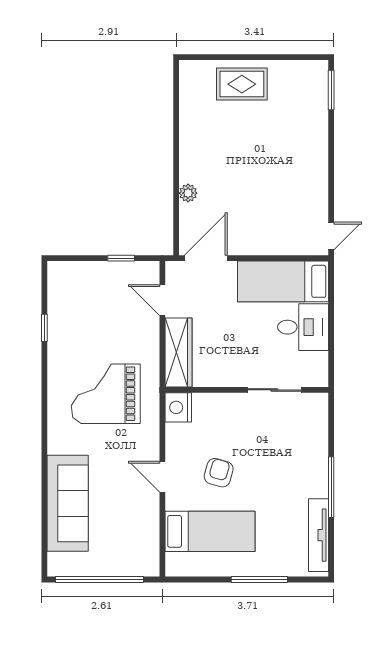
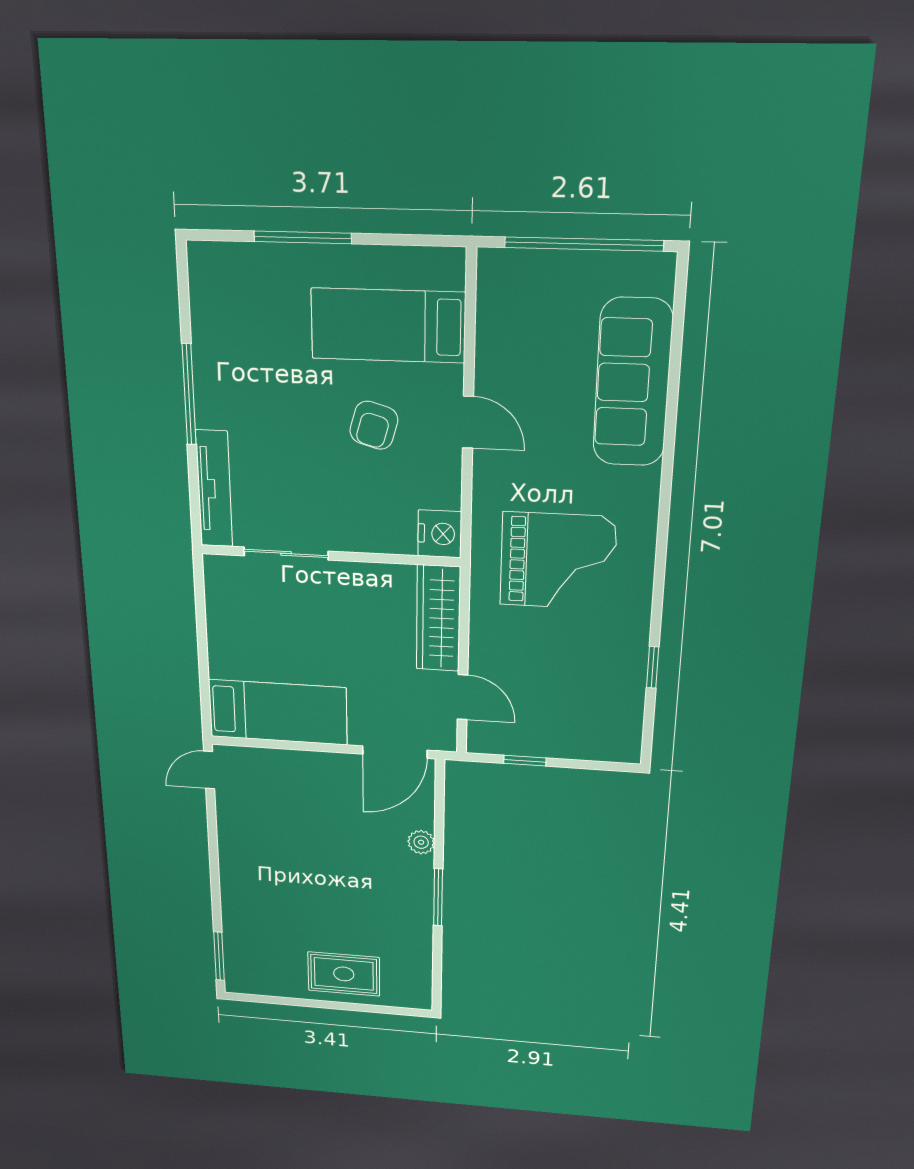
window: (176, 152) -> (438, 897), added
desk: (303, 327) -> (245, 645), removed
tv unit: (318, 535) -> (214, 489), moved

